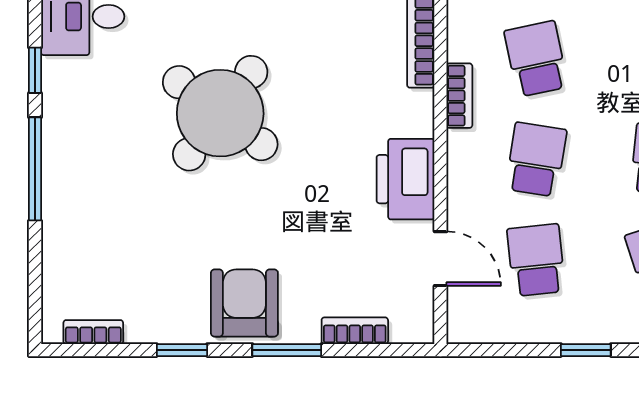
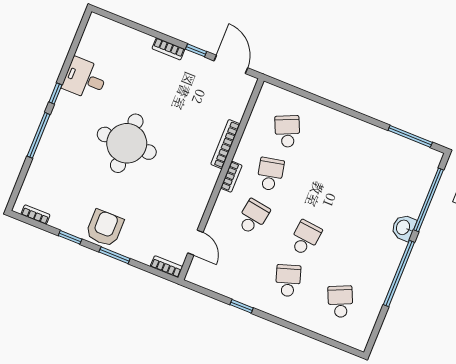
round table: (220, 113) -> (127, 143), turned -37
printer: (405, 179) -> (194, 203), removed
school desk: (536, 260) -> (236, 260), removed
bookcase: (355, 331) -> (166, 267), moved

